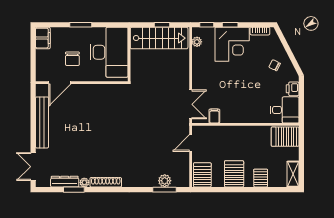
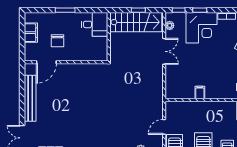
filing cabinet: (43, 38) -> (31, 33), moved
desk: (109, 52) -> (95, 24), width x0.53, depth x0.77
double door: (191, 104) -> (164, 51), moved
filing cabinet: (214, 116) -> (200, 92), moved
door: (191, 143) -> (164, 127), moved

